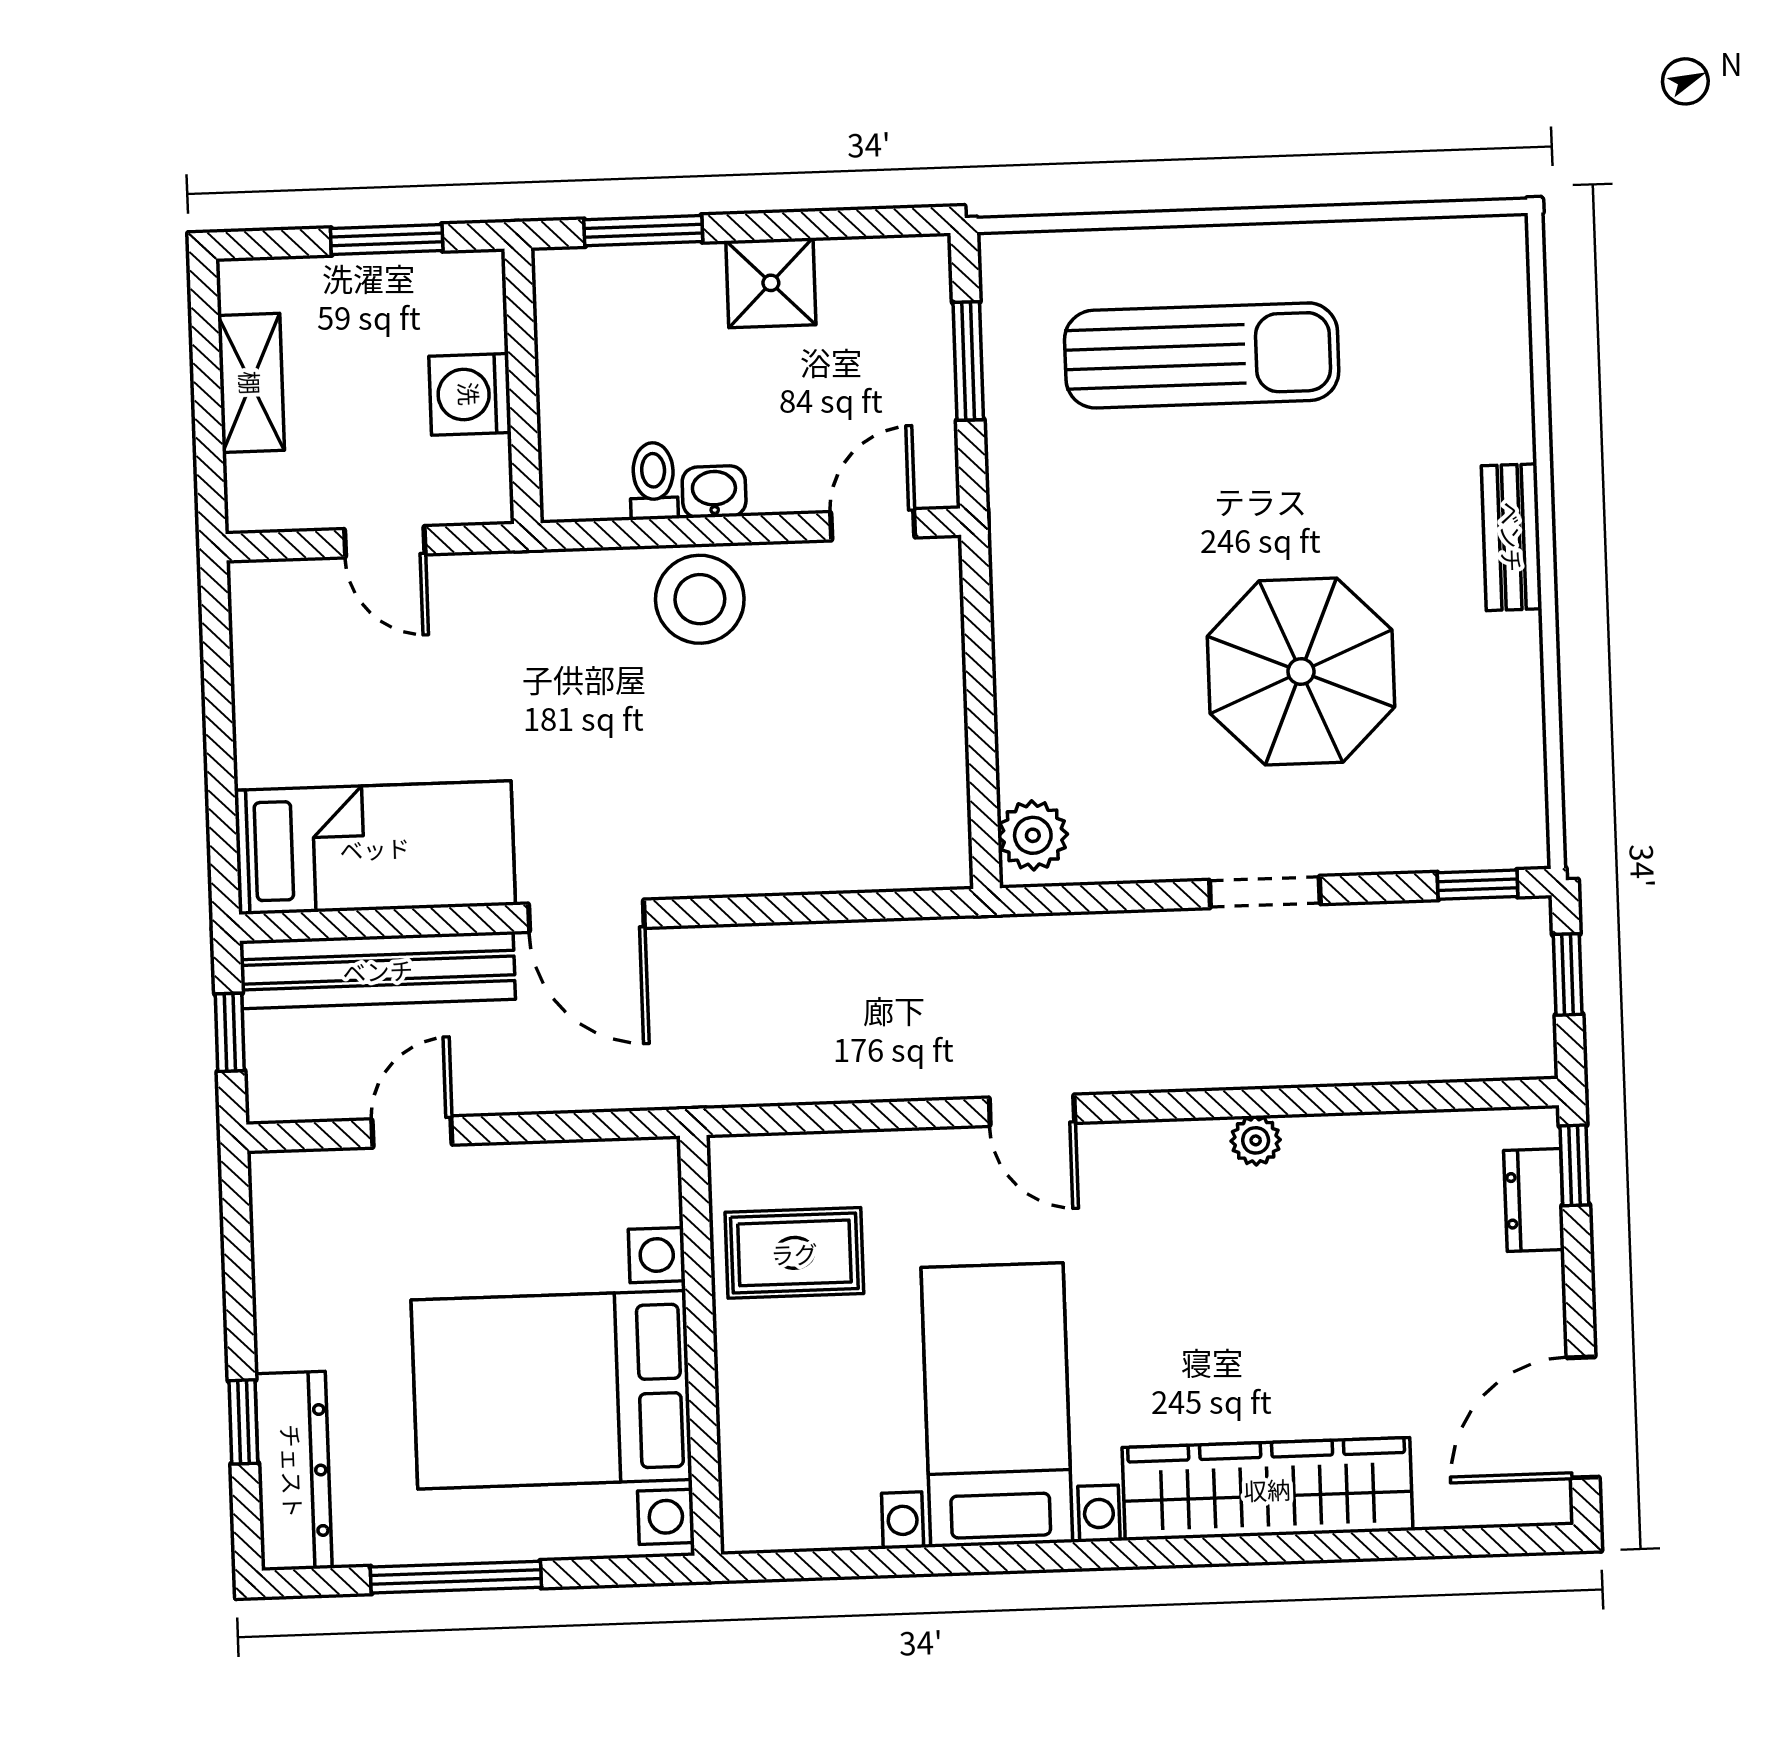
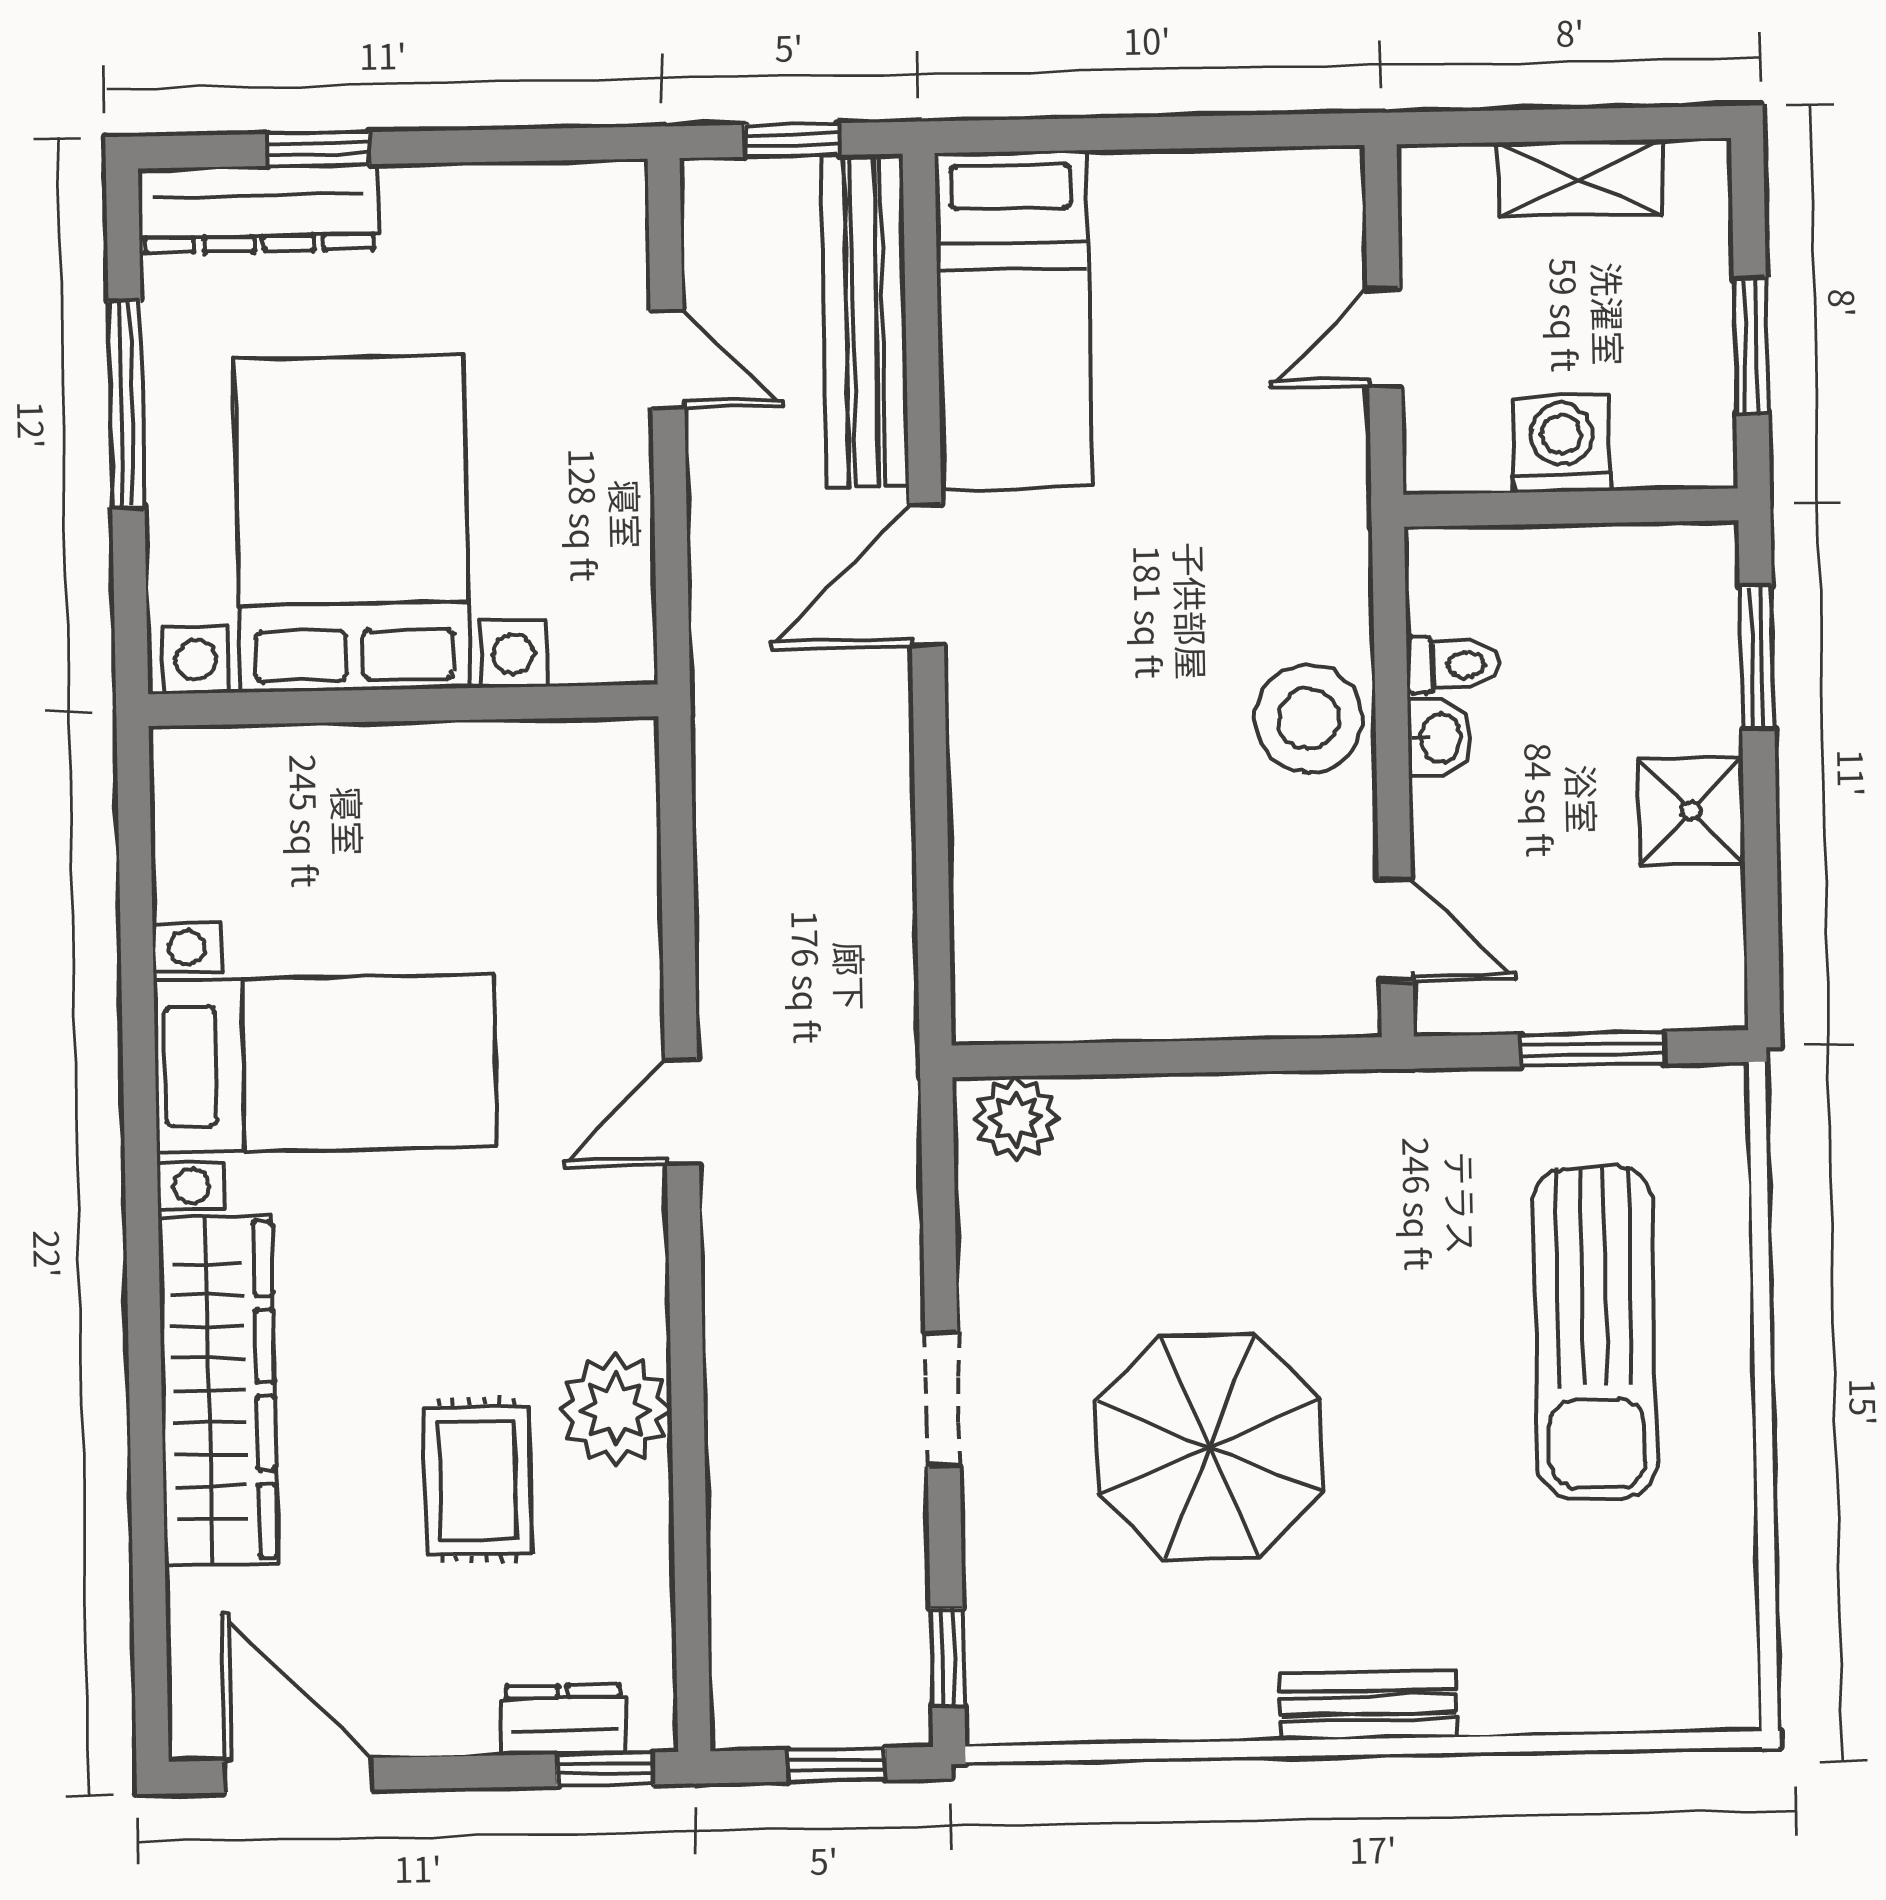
plant: (1256, 1140) -> (615, 1410), width x1.88, depth x1.88
rug: (794, 1253) -> (478, 1480), moved

